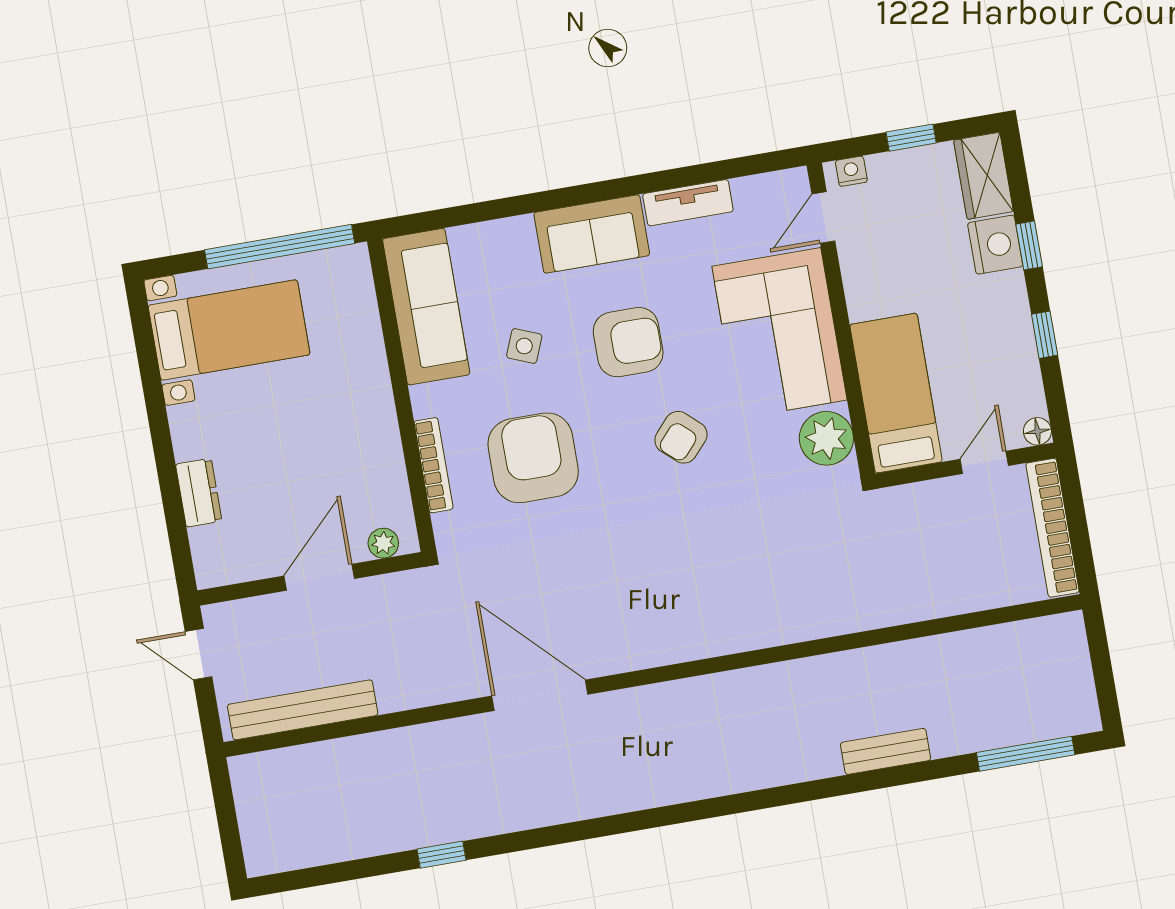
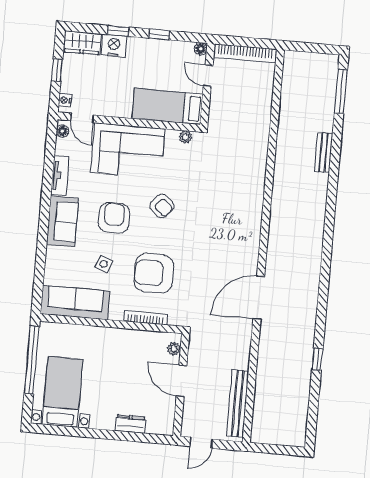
floor lamp: (784, 183) -> (62, 131), added
plant: (826, 438) -> (185, 137), width x0.53, depth x0.53

